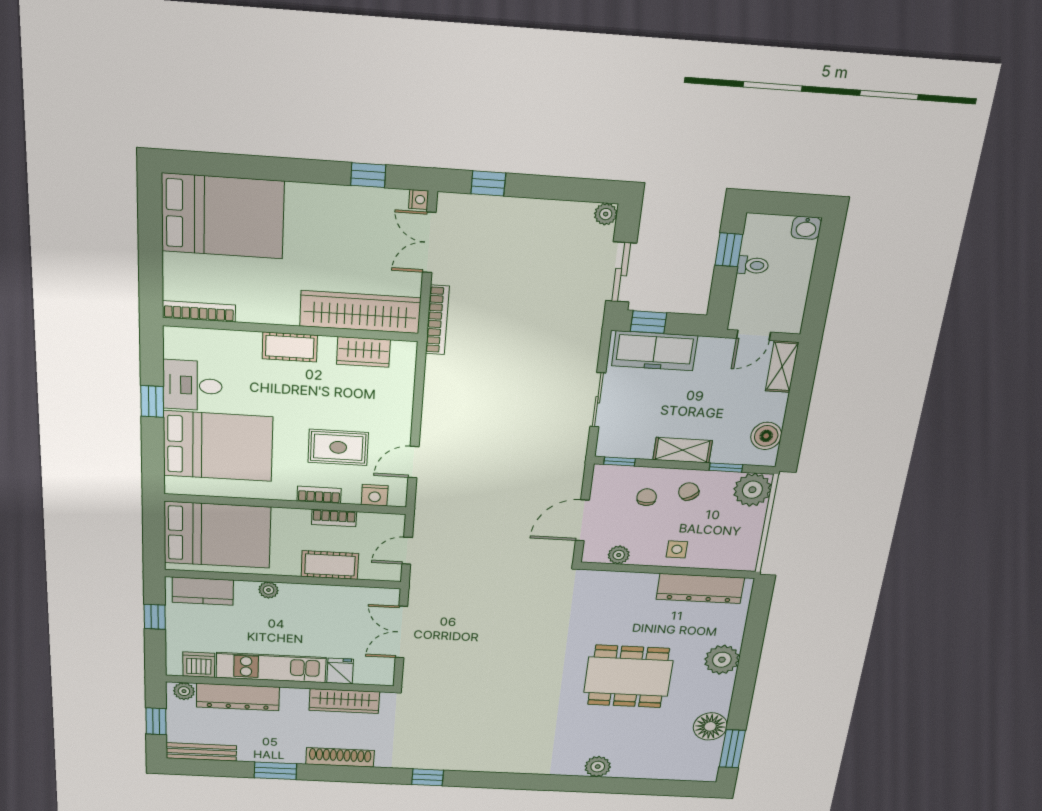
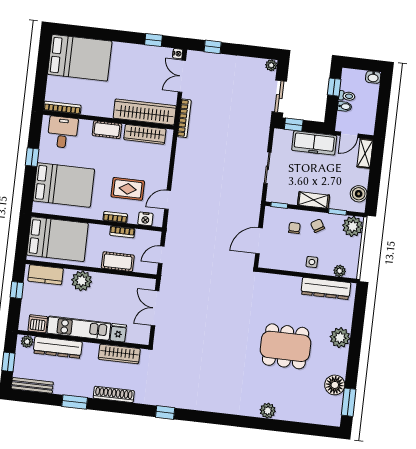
bidet: (748, 285) -> (345, 106), added
freezer: (655, 351) -> (314, 143), moved
wardrobe: (363, 352) -> (145, 134), width x1.50
desk: (192, 385) -> (63, 132), moved, turned 90
plant: (619, 555) -> (340, 271), moved
plant: (268, 590) -> (82, 281), width x1.87, depth x1.87

